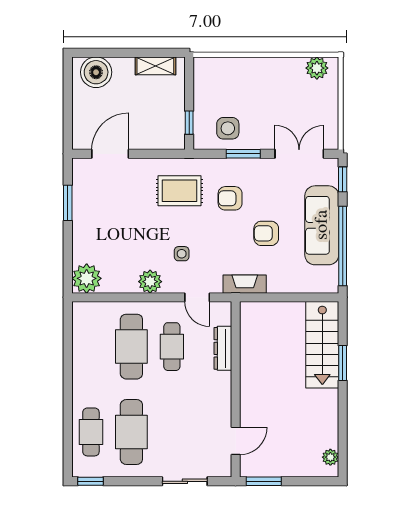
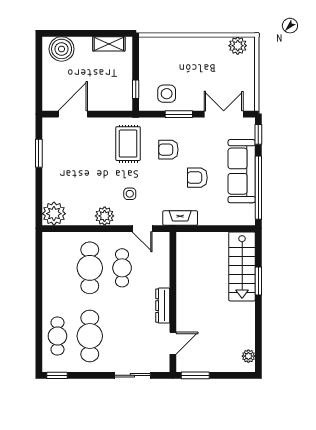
rug: (179, 191) -> (128, 144), turned 90
dresser: (223, 348) -> (163, 306), moved

